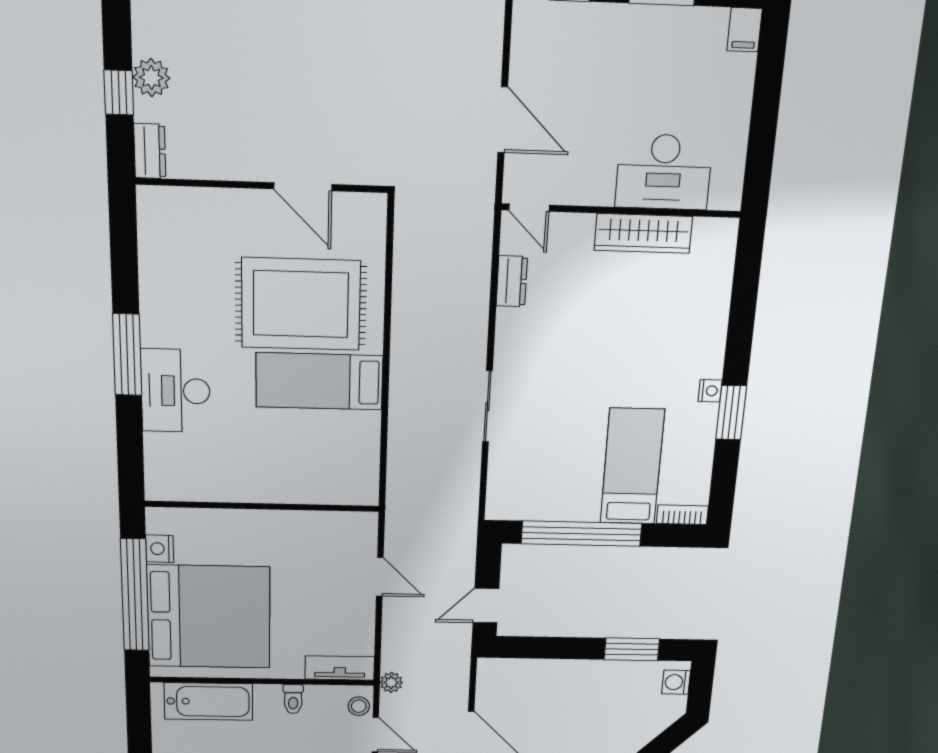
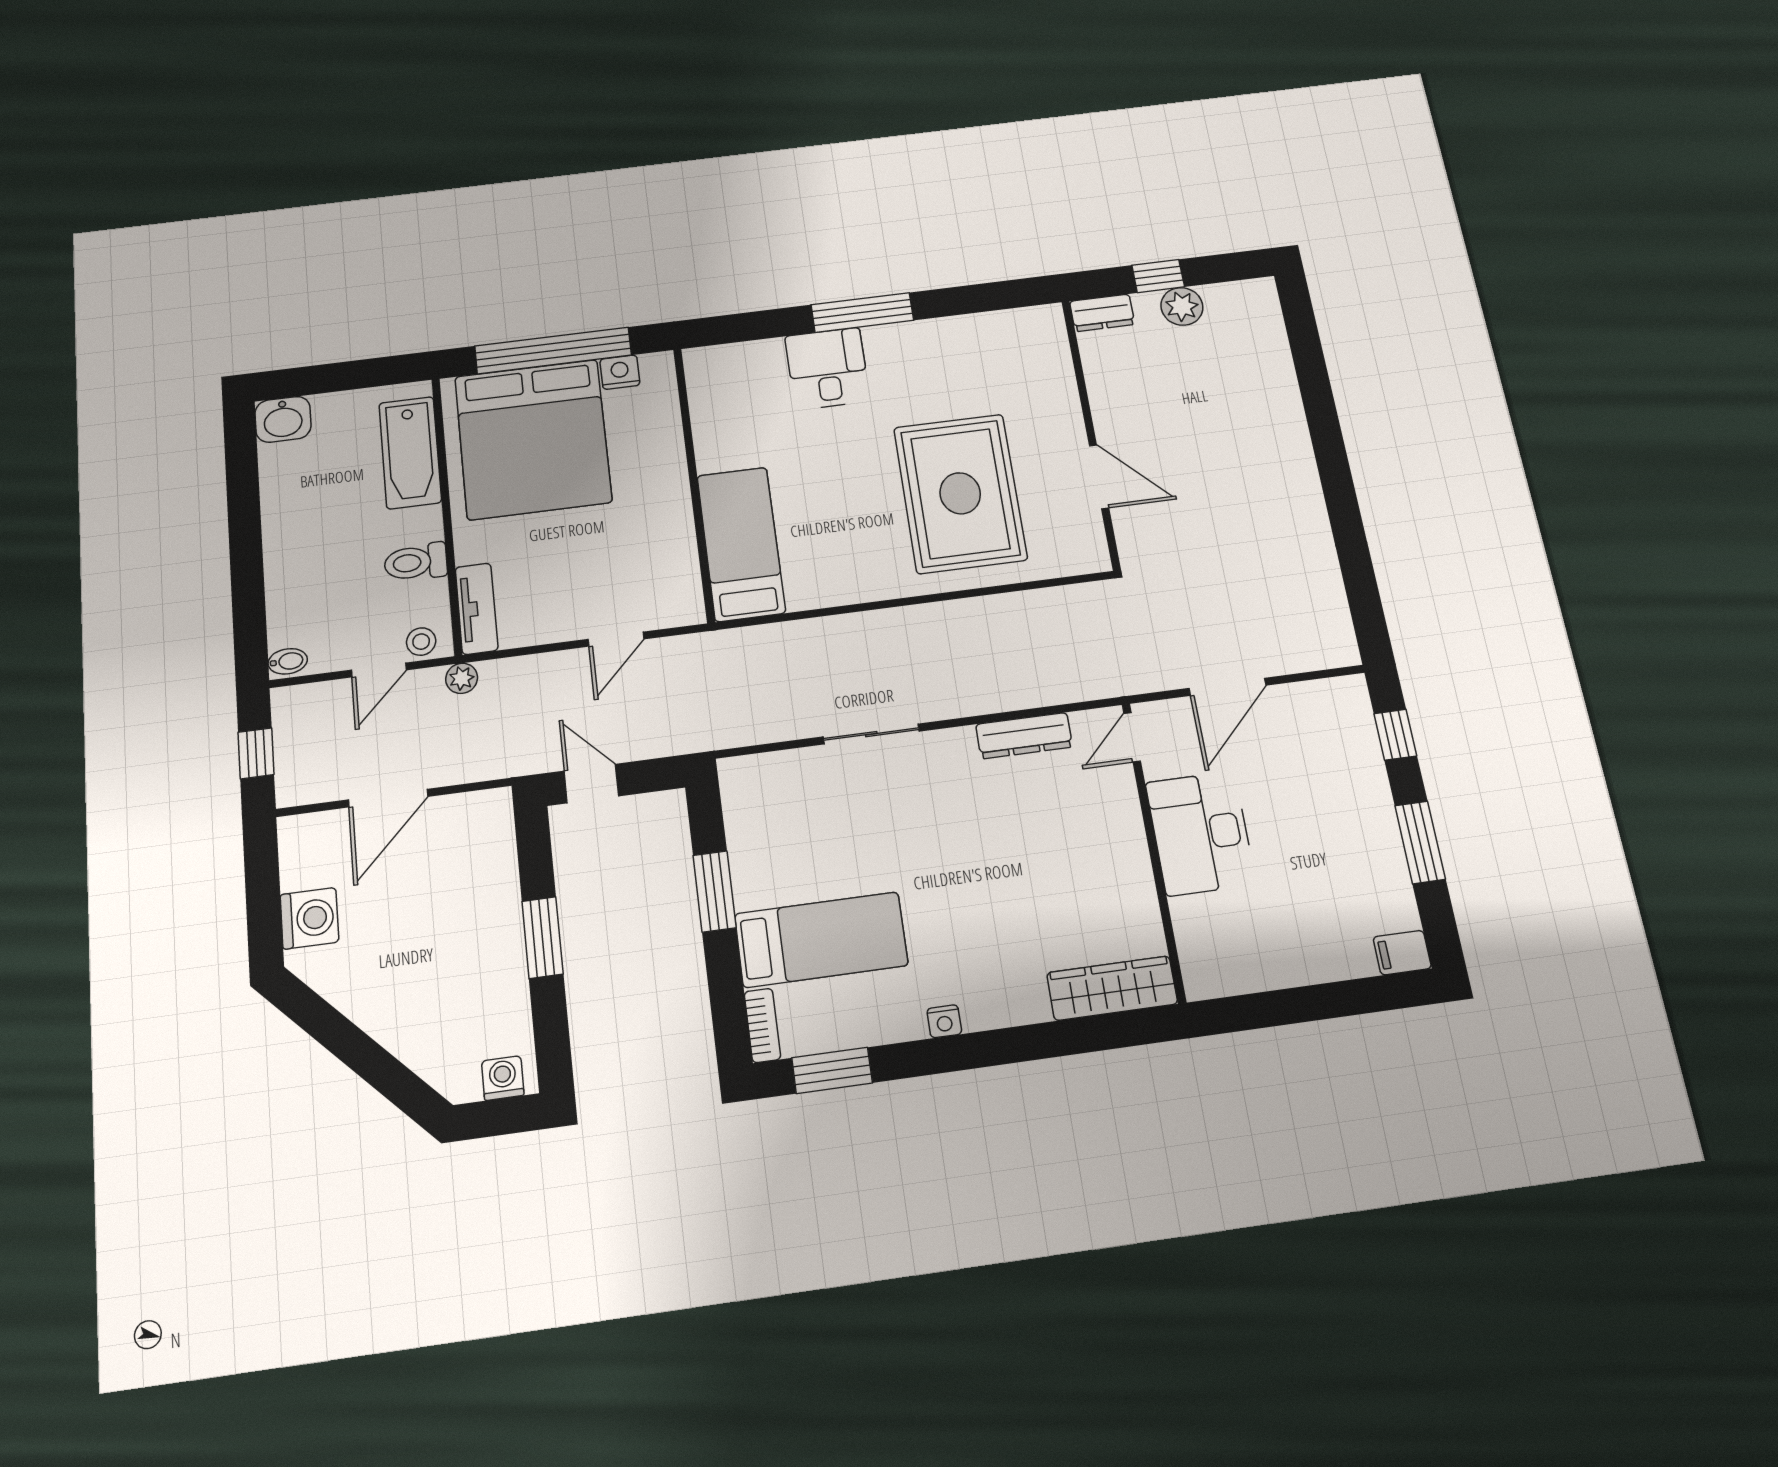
desk: (664, 172) -> (1201, 833), moved
door: (303, 187) -> (1099, 477), swing flipped
wardrobe: (643, 233) -> (1112, 988), moved, turned 90
dresser: (512, 281) -> (1024, 736), width x1.44
bed: (319, 381) -> (741, 544), moved
desk: (176, 391) -> (827, 368), width x0.73
window: (731, 413) -> (832, 1070), moved
window: (581, 534) -> (715, 891), width x0.47
window: (632, 649) -> (543, 938), moved
toilet: (293, 699) -> (416, 562), width x1.37, depth x1.39

